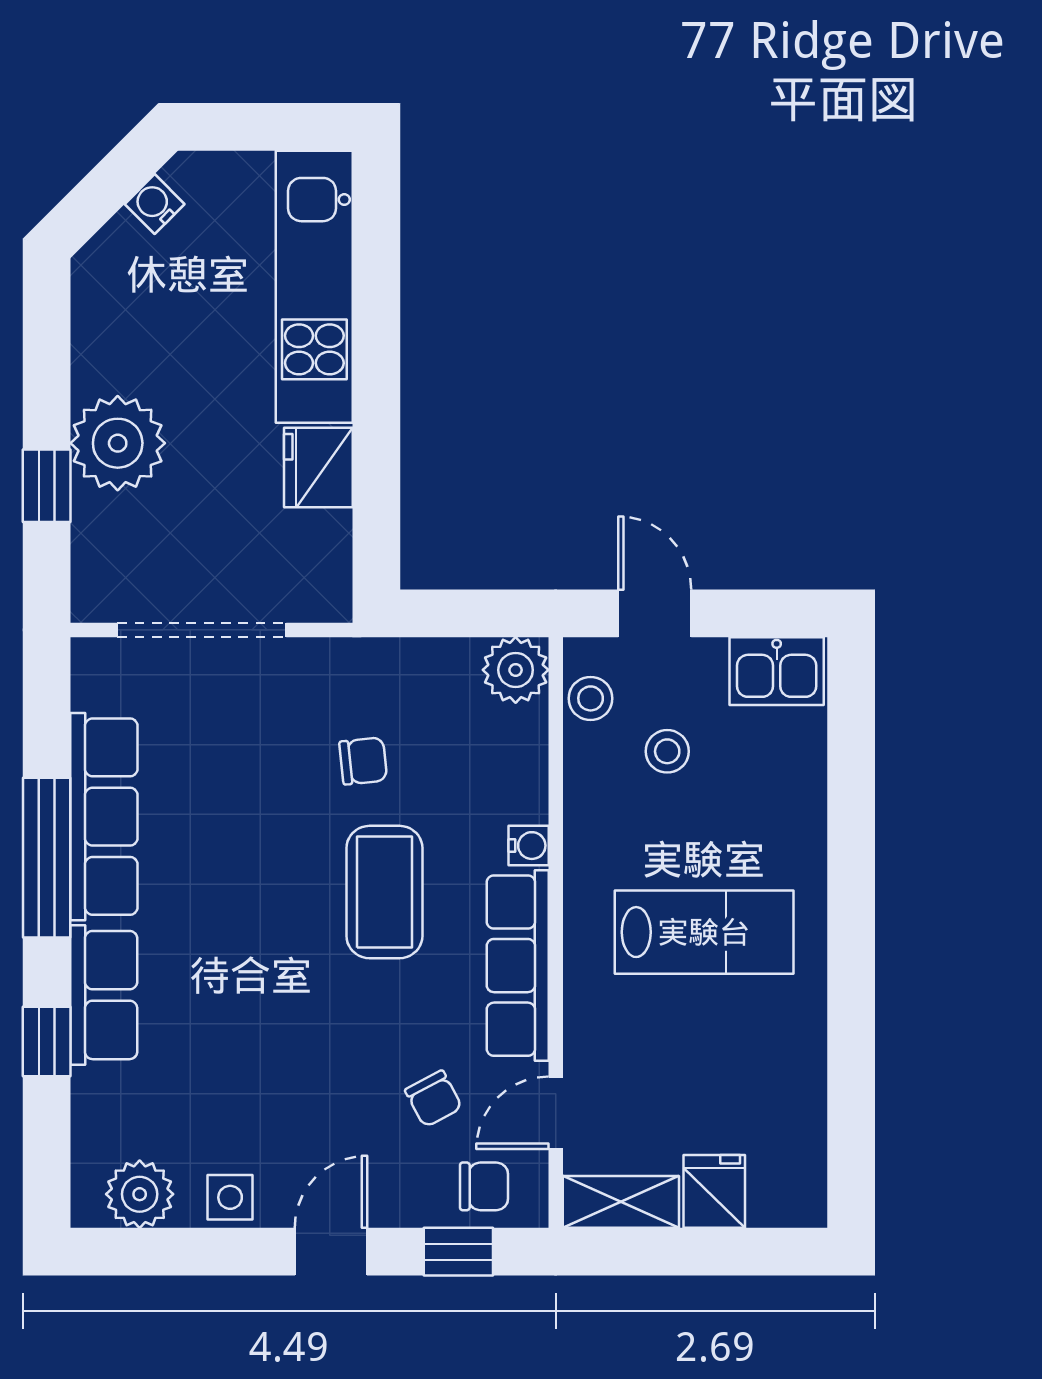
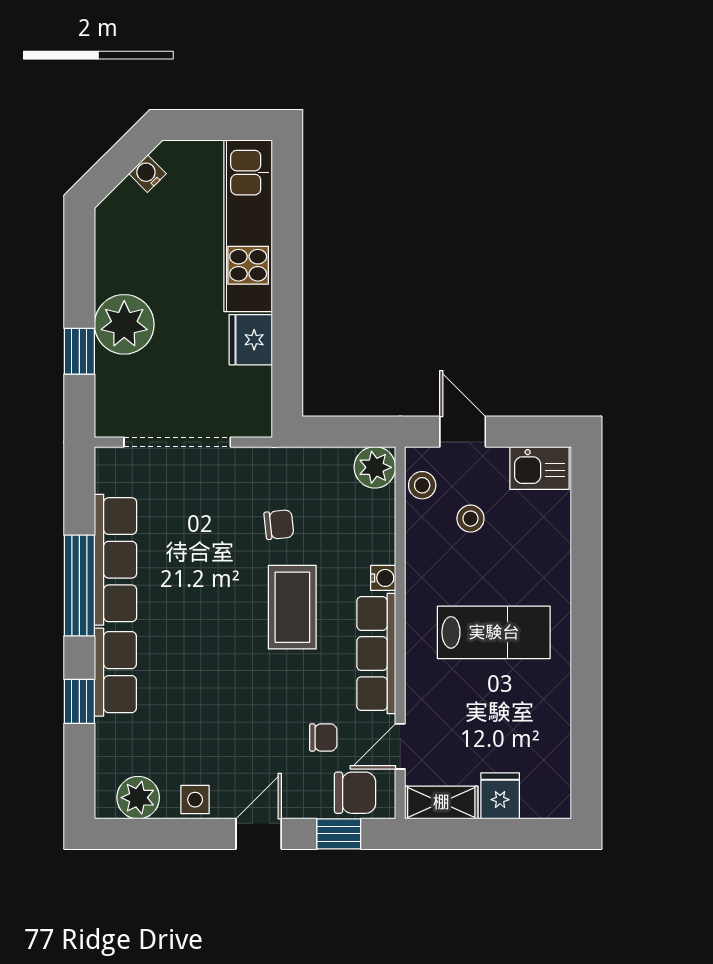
chair: (434, 1099) -> (323, 737), turned -62
chair: (484, 1186) -> (355, 793), width x1.37, depth x1.37

